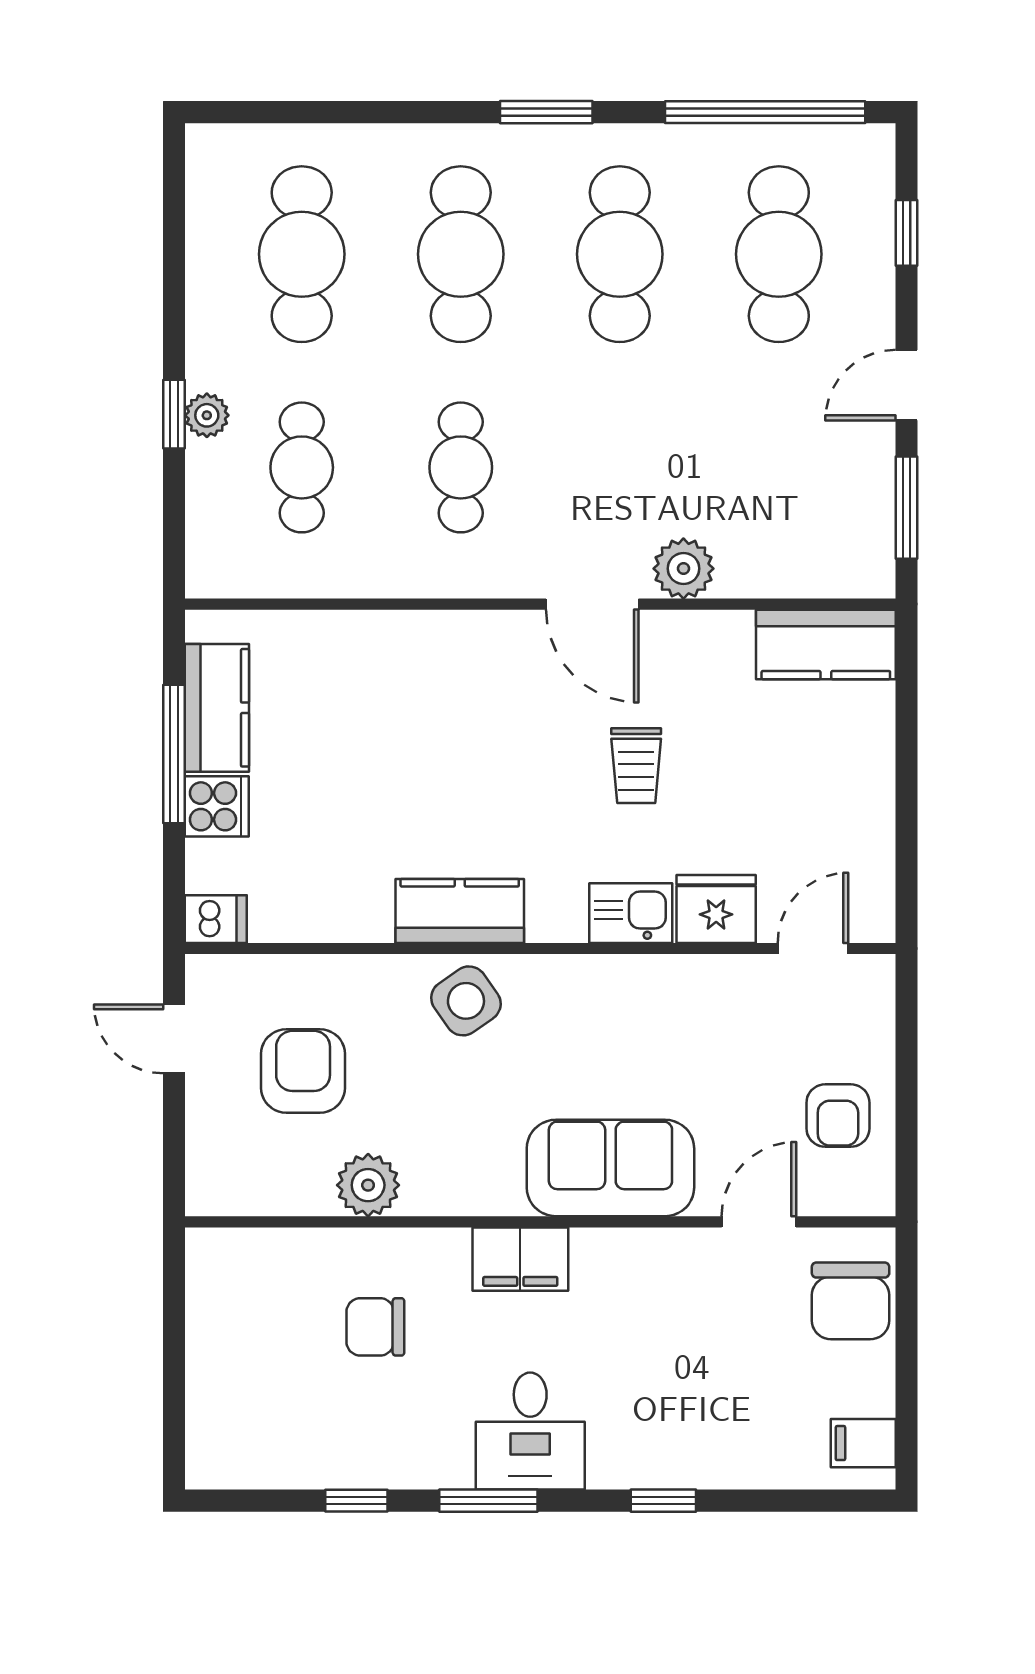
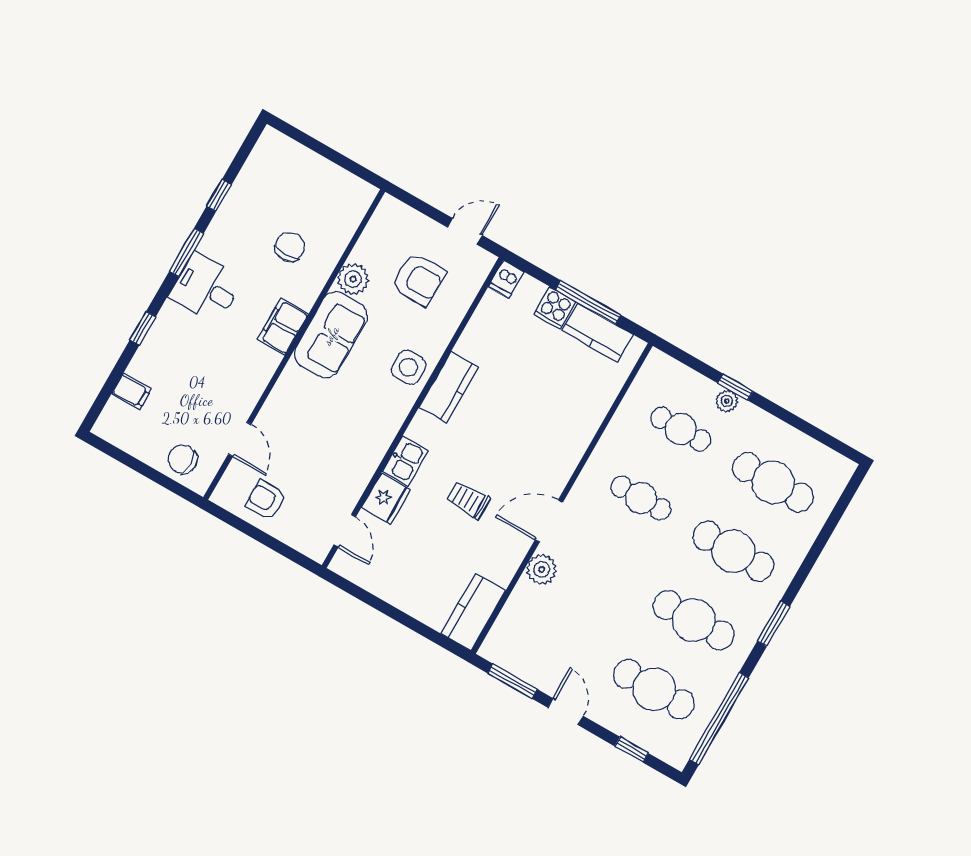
side table: (466, 1001) -> (408, 367), turned 35
sofa: (610, 1168) -> (331, 335), moved
chair: (851, 1301) -> (183, 459), width x0.73, depth x0.73
filing cabinet: (863, 1443) -> (131, 391), moved, turned 90

